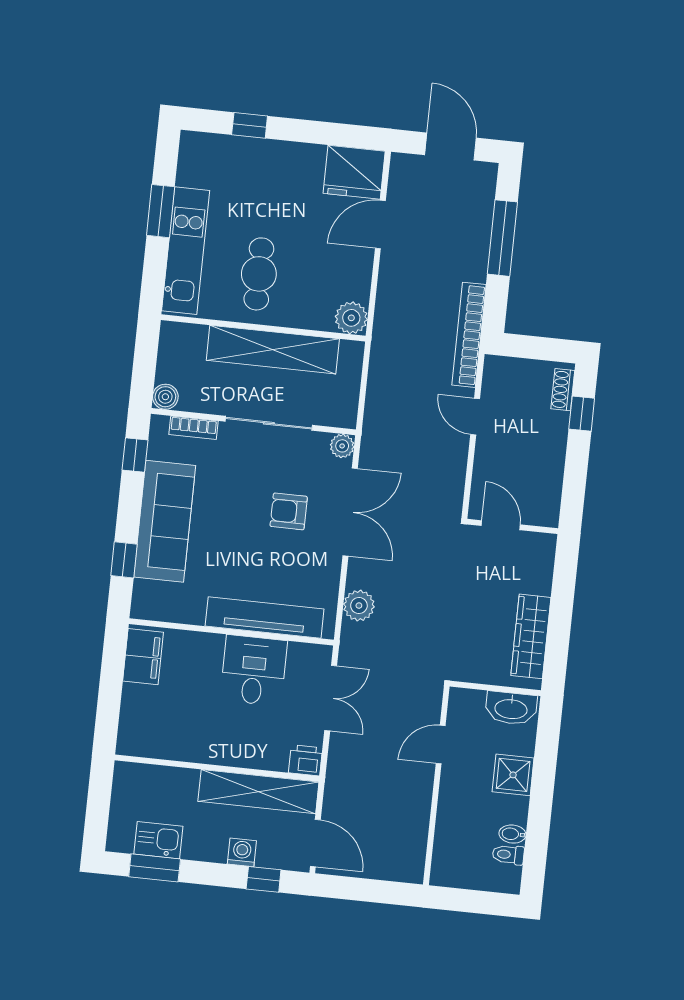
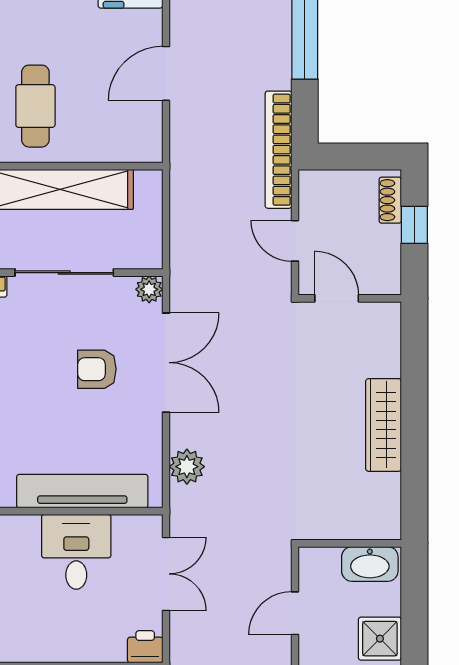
door: (380, 225) -> (166, 73), moved
plant: (351, 318) -> (144, 144), removed
door: (501, 525) -> (337, 298), moved
wall: (512, 526) -> (350, 298), moved
wardrobe: (531, 636) -> (384, 425), moved

